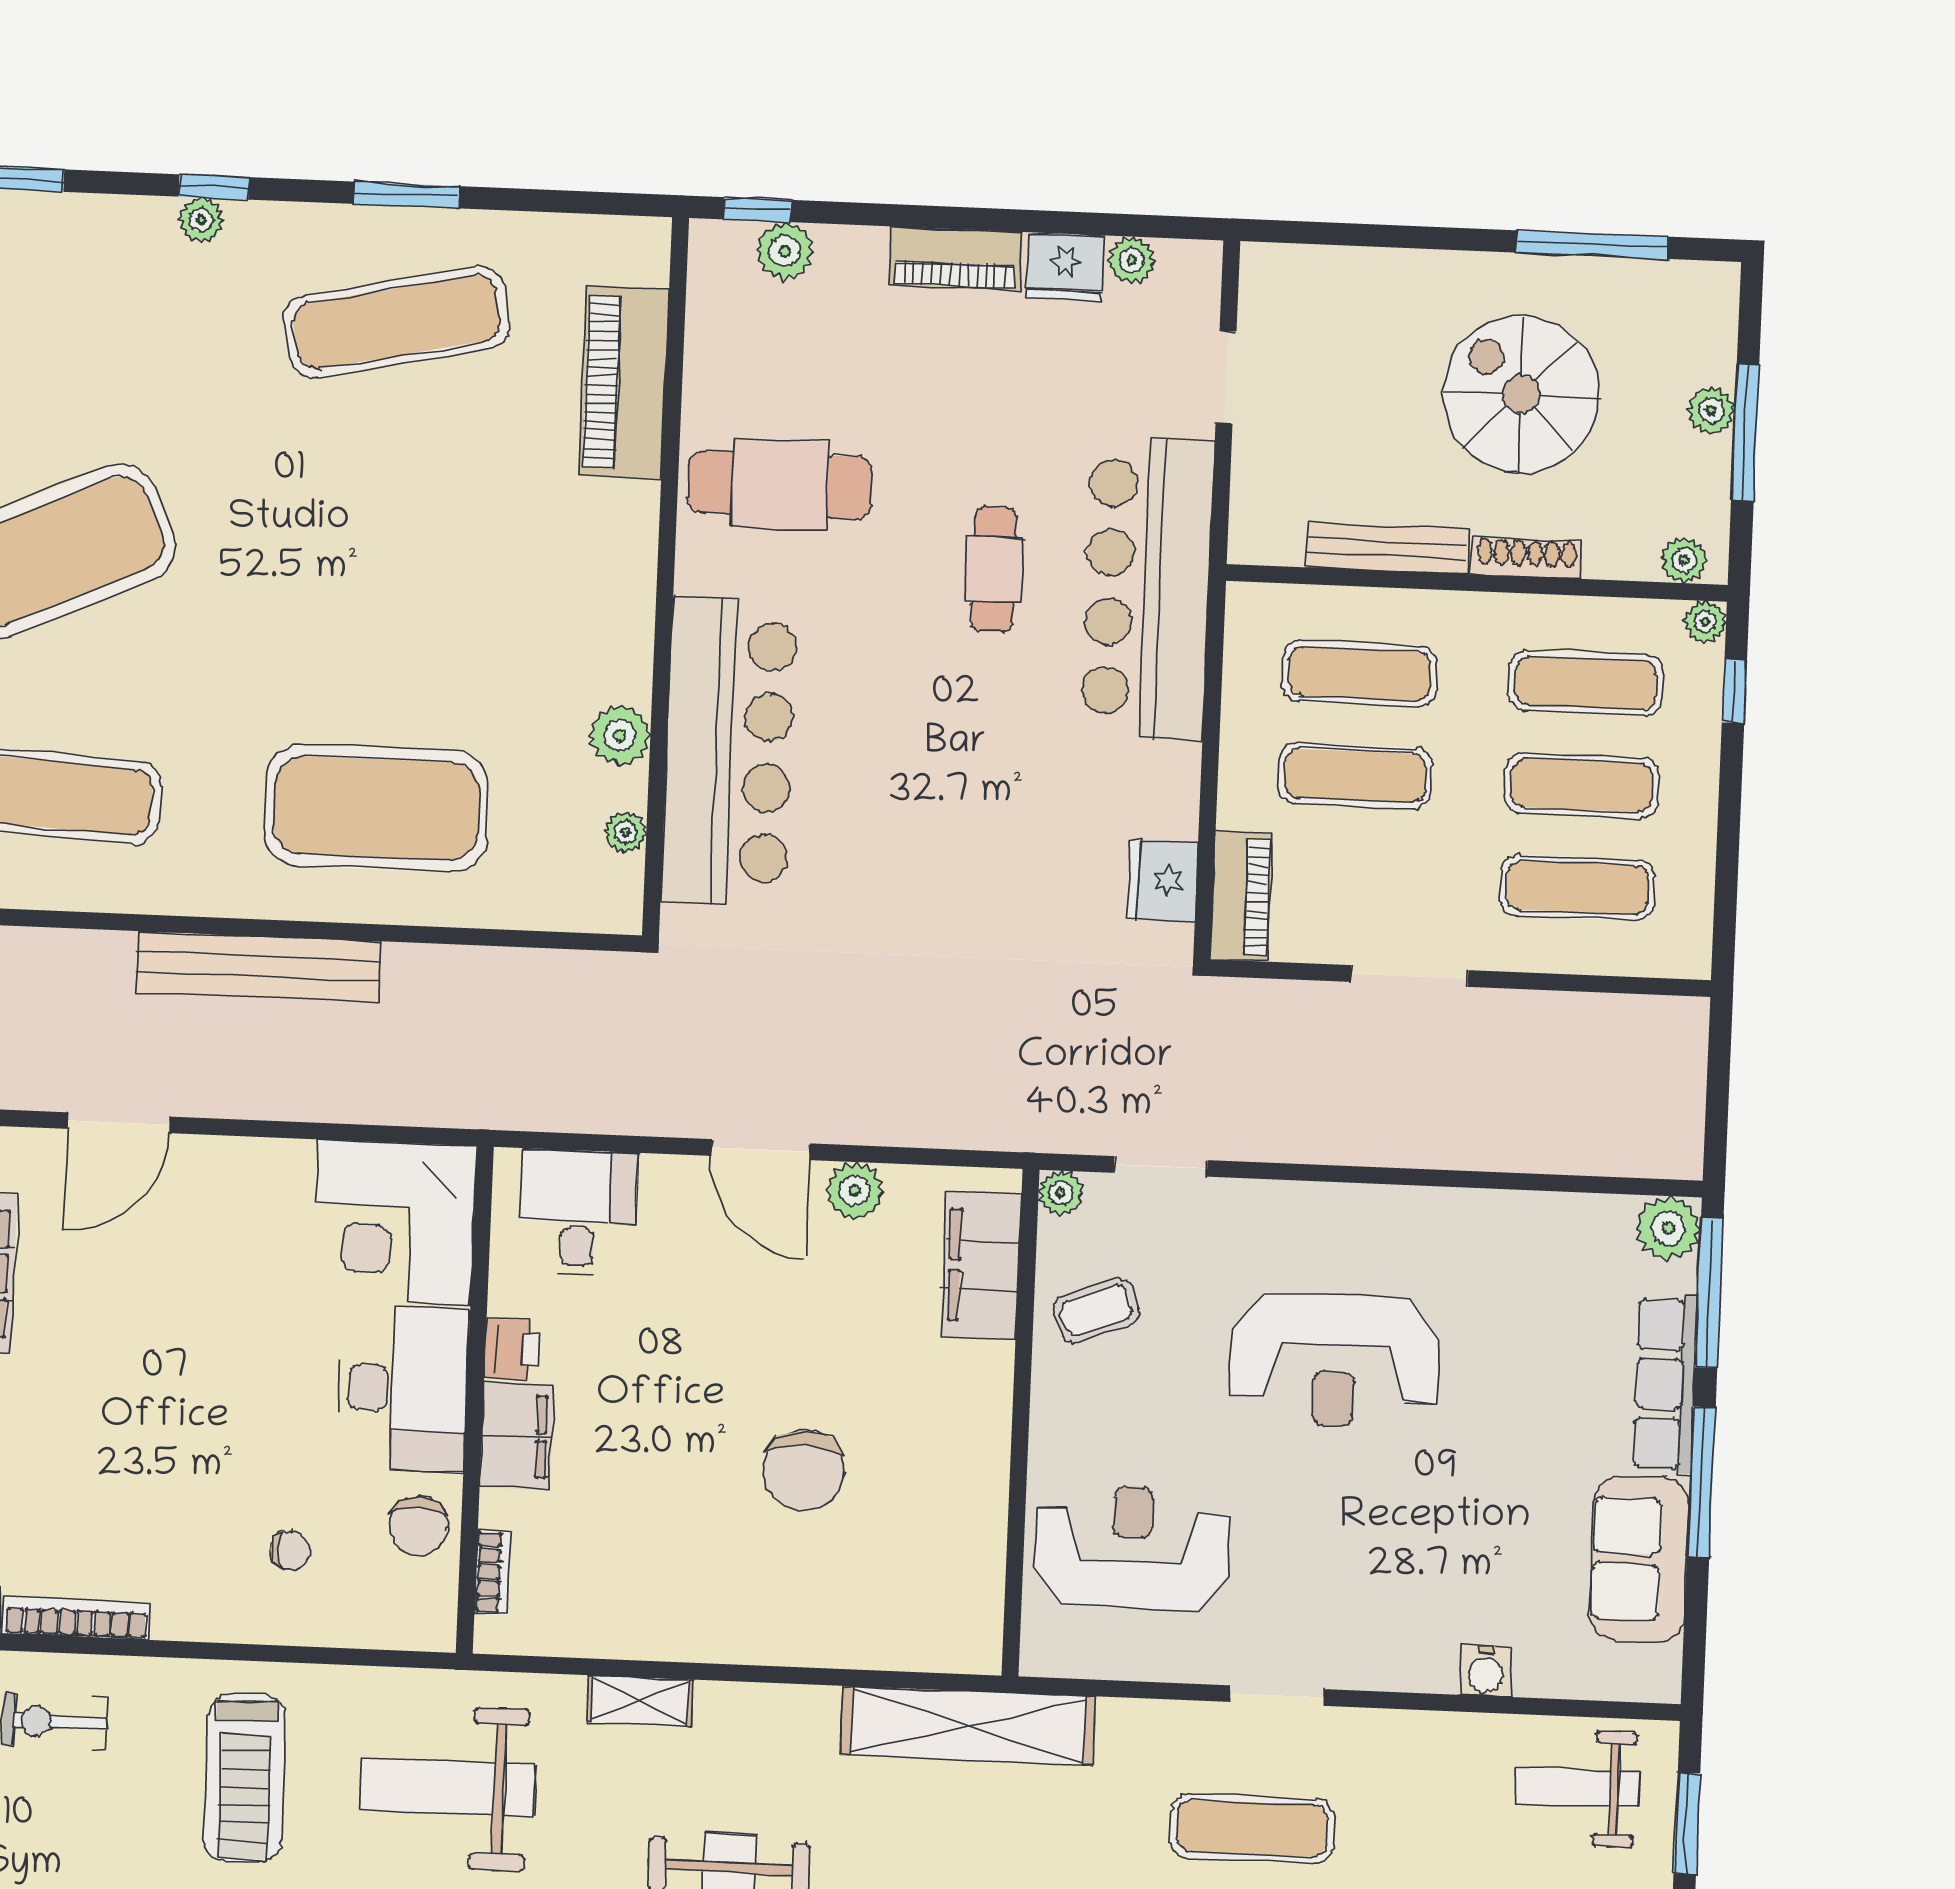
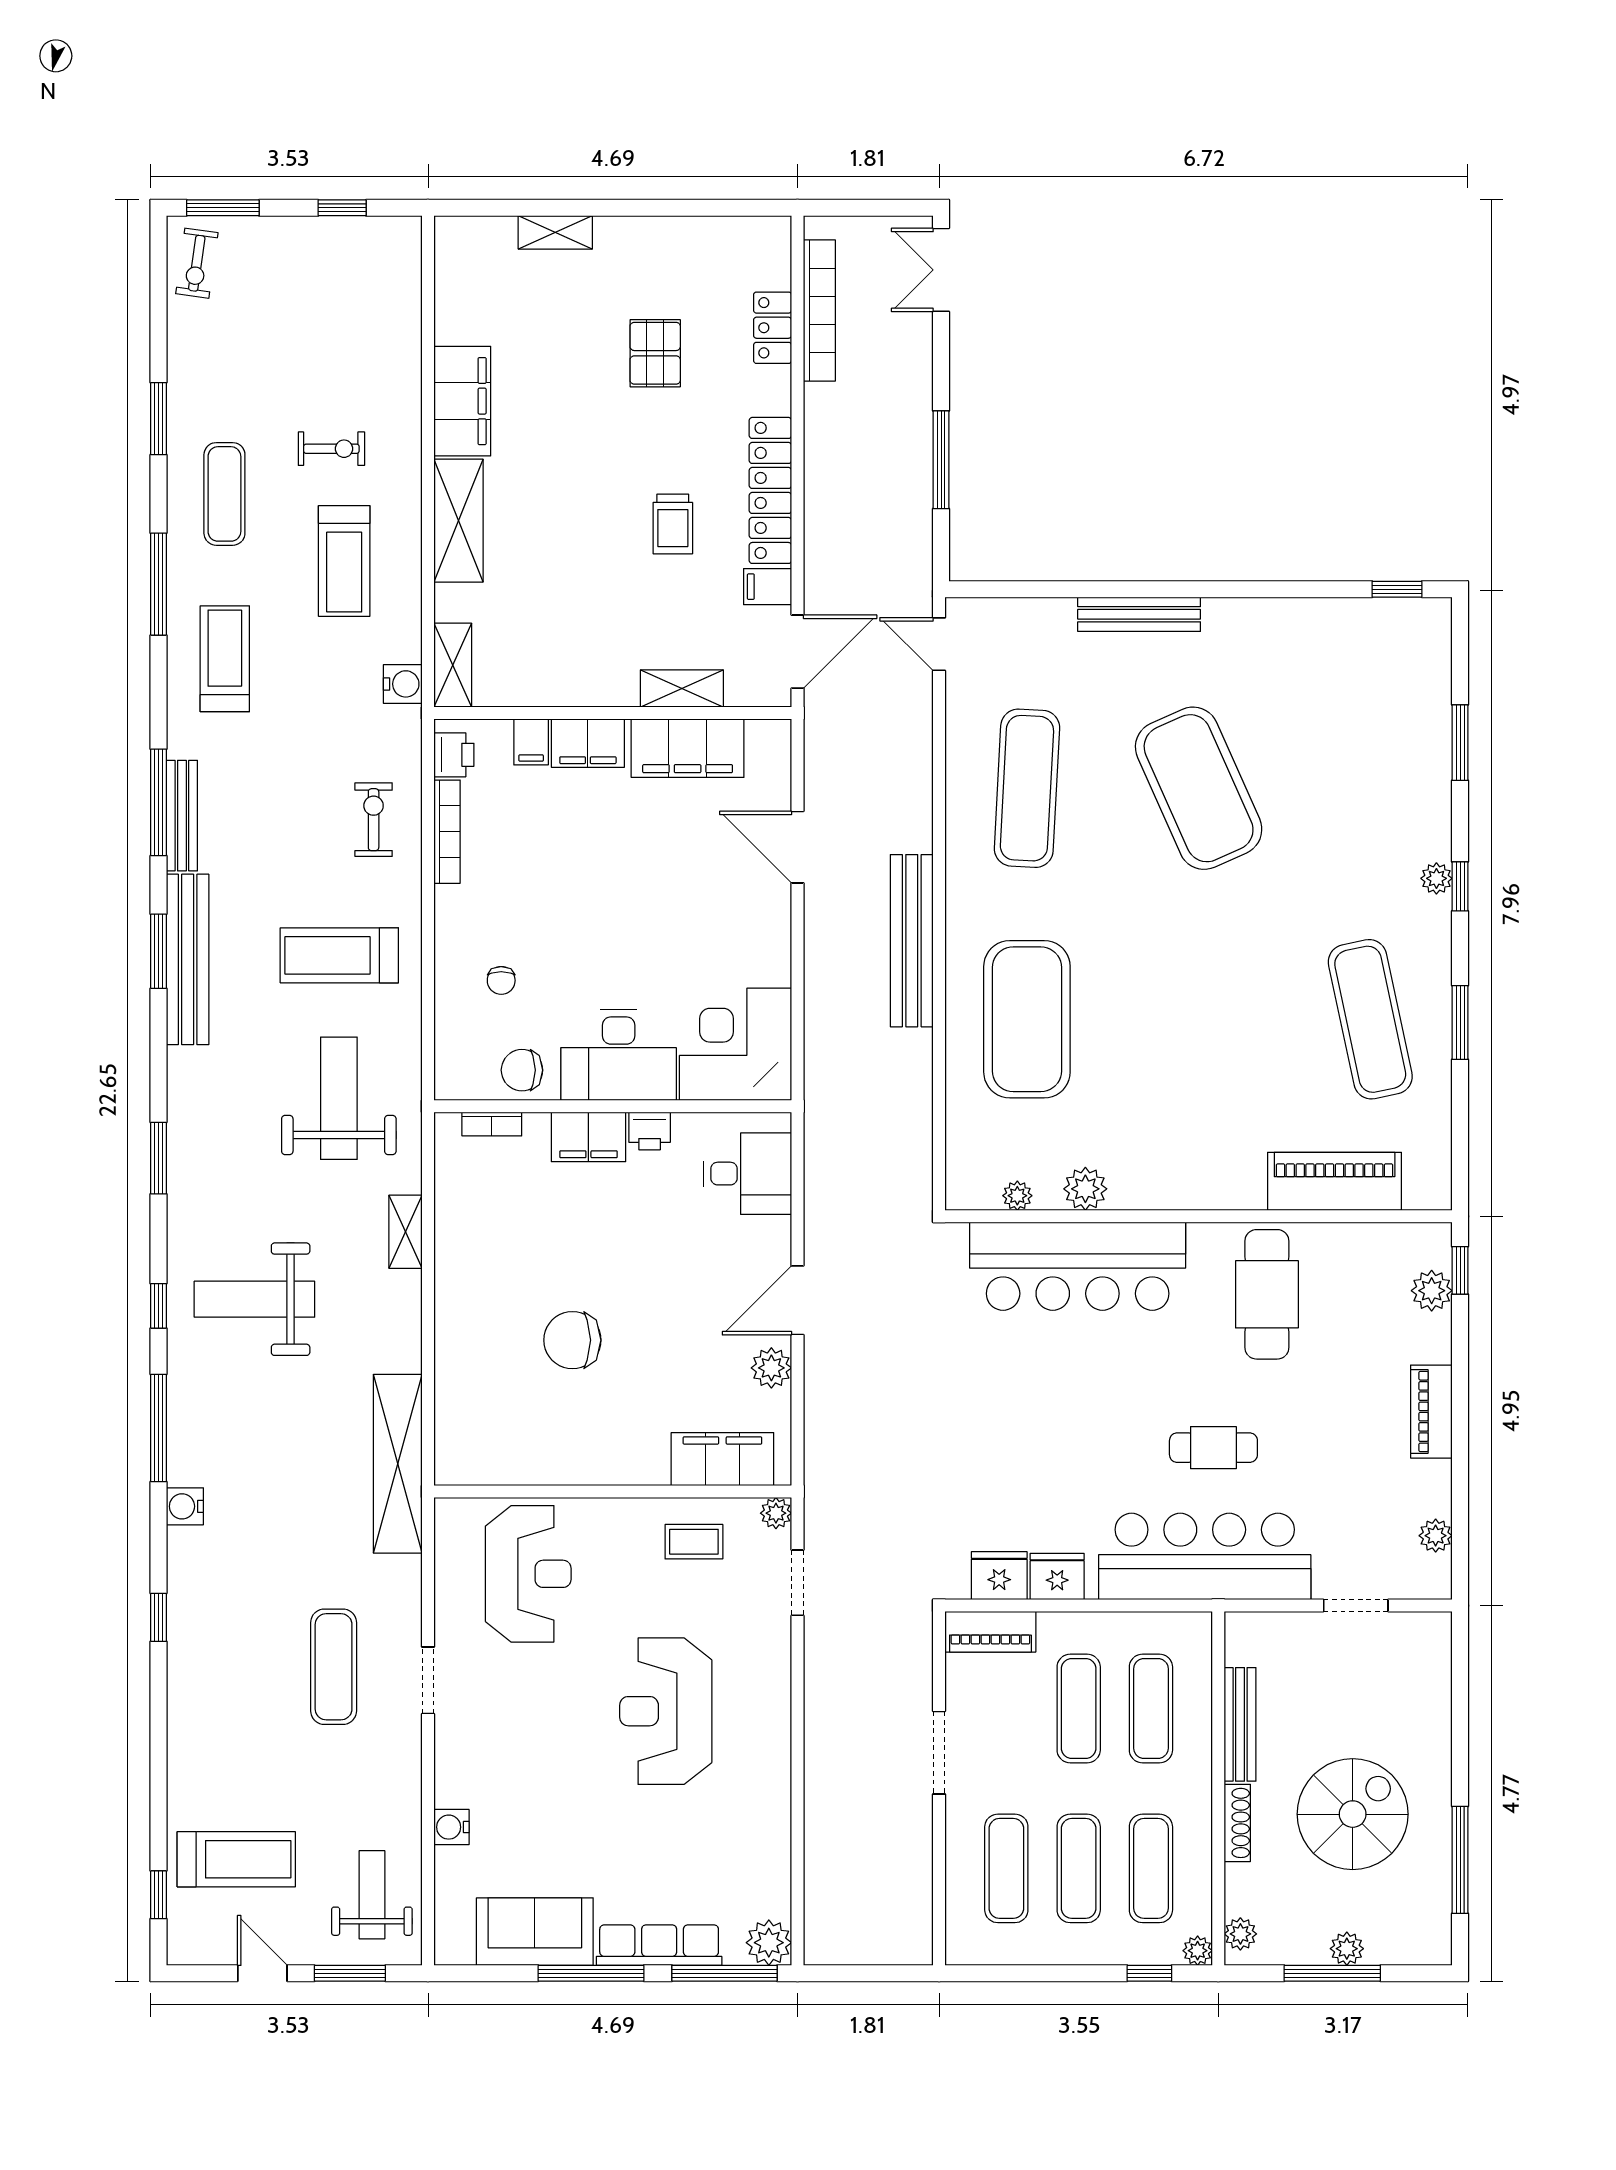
fridge: (1065, 267) -> (1057, 1577), moved, turned 90
coffee table: (1096, 1311) -> (694, 1542), turned -69

